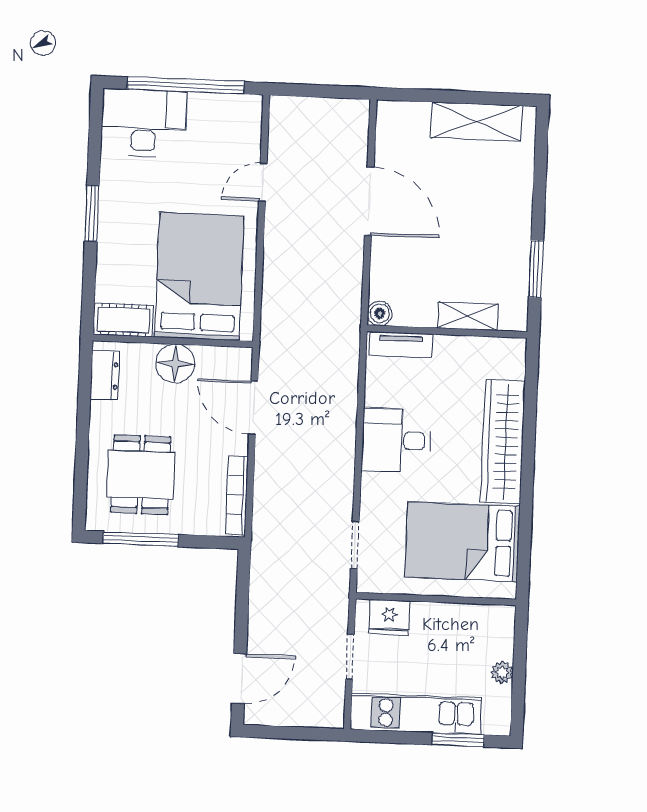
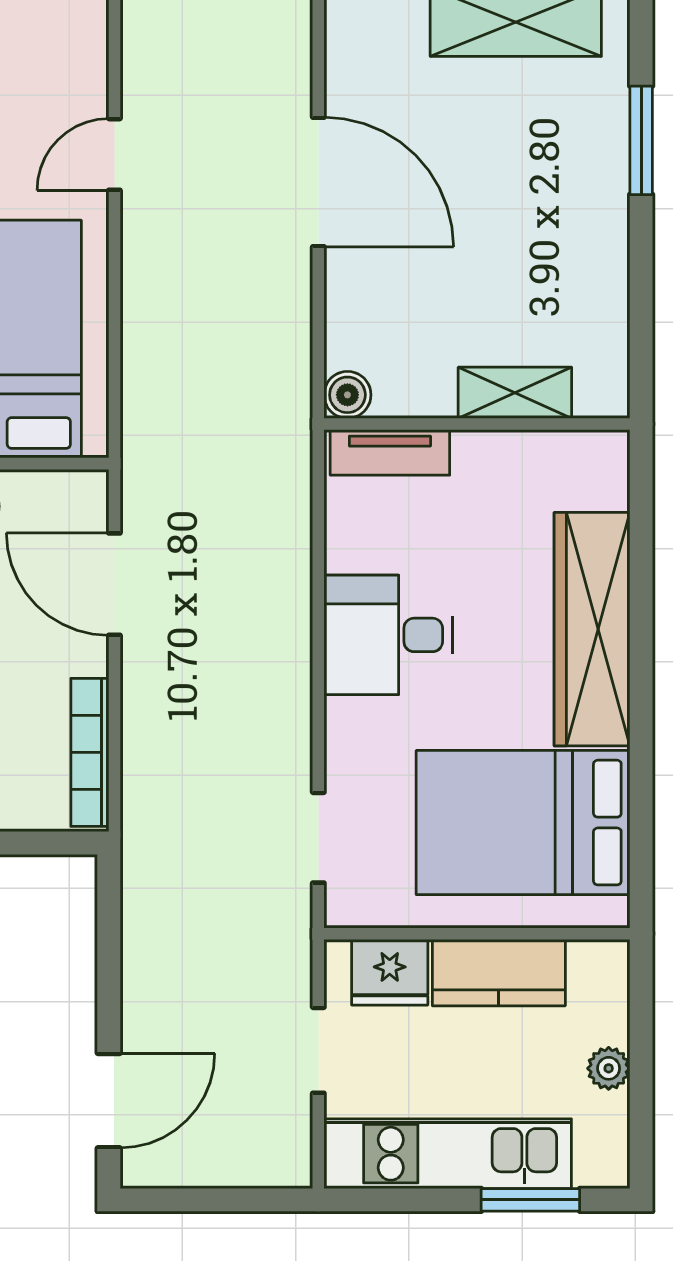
window: (536, 269) -> (641, 140), moved
kitchen counter: (447, 620) -> (499, 973), added

